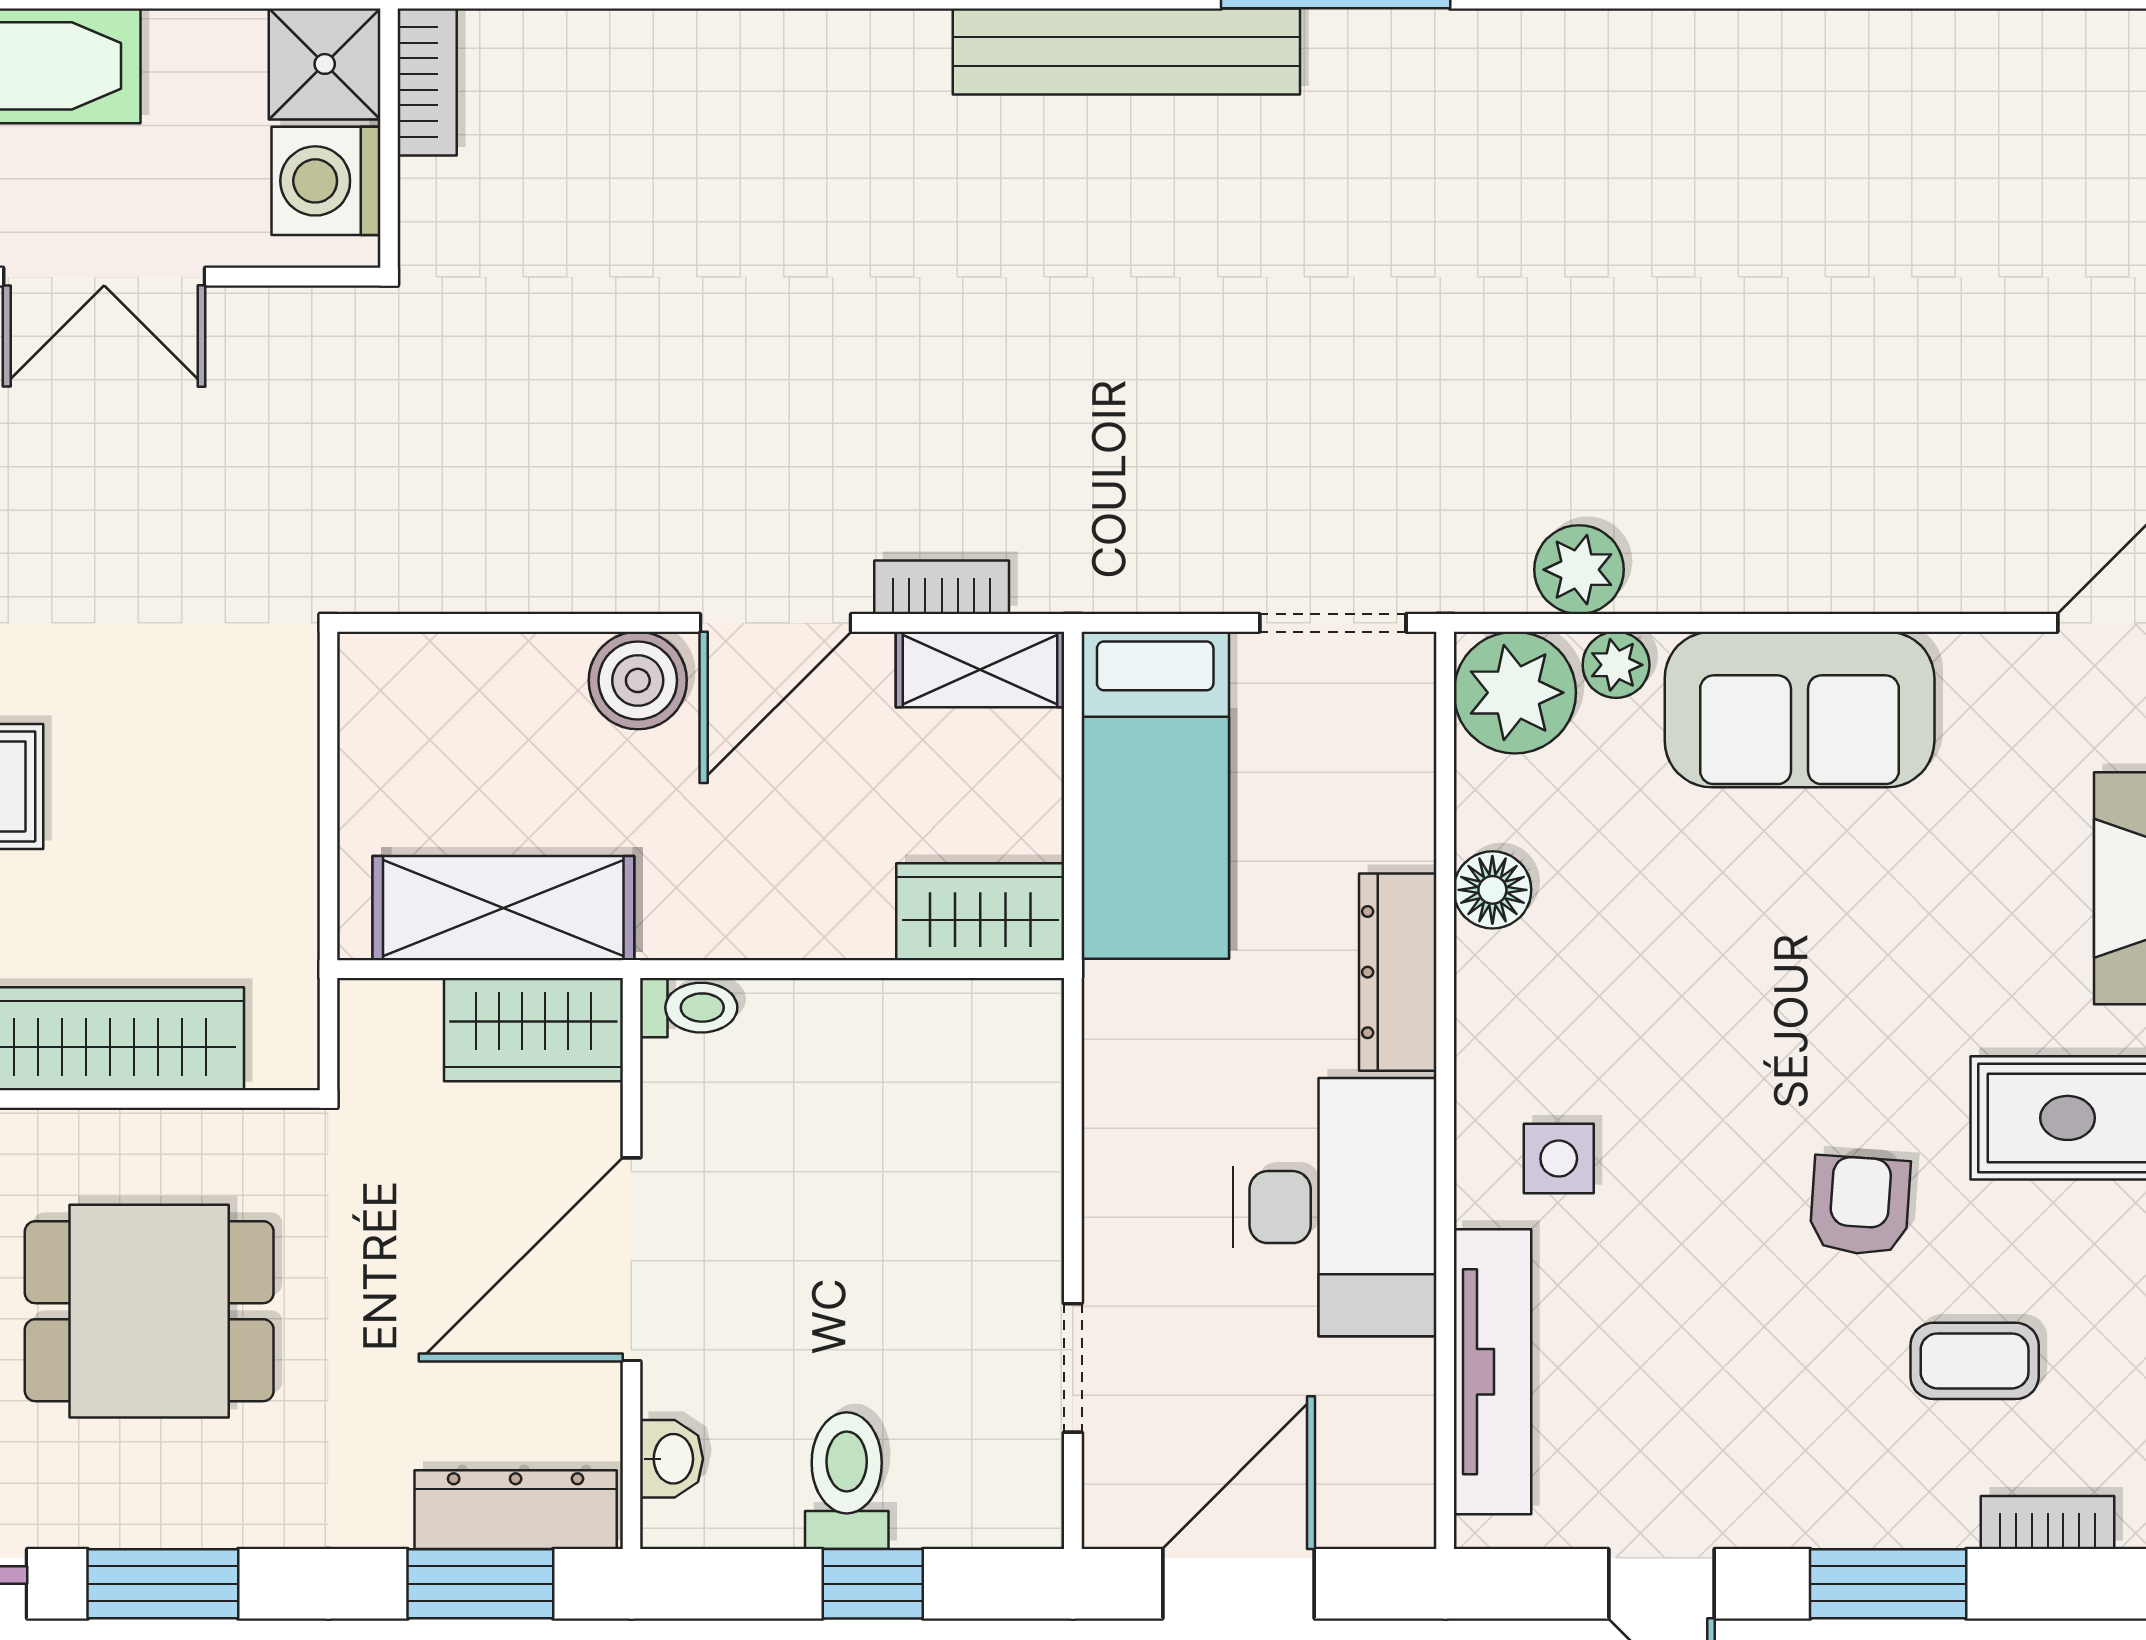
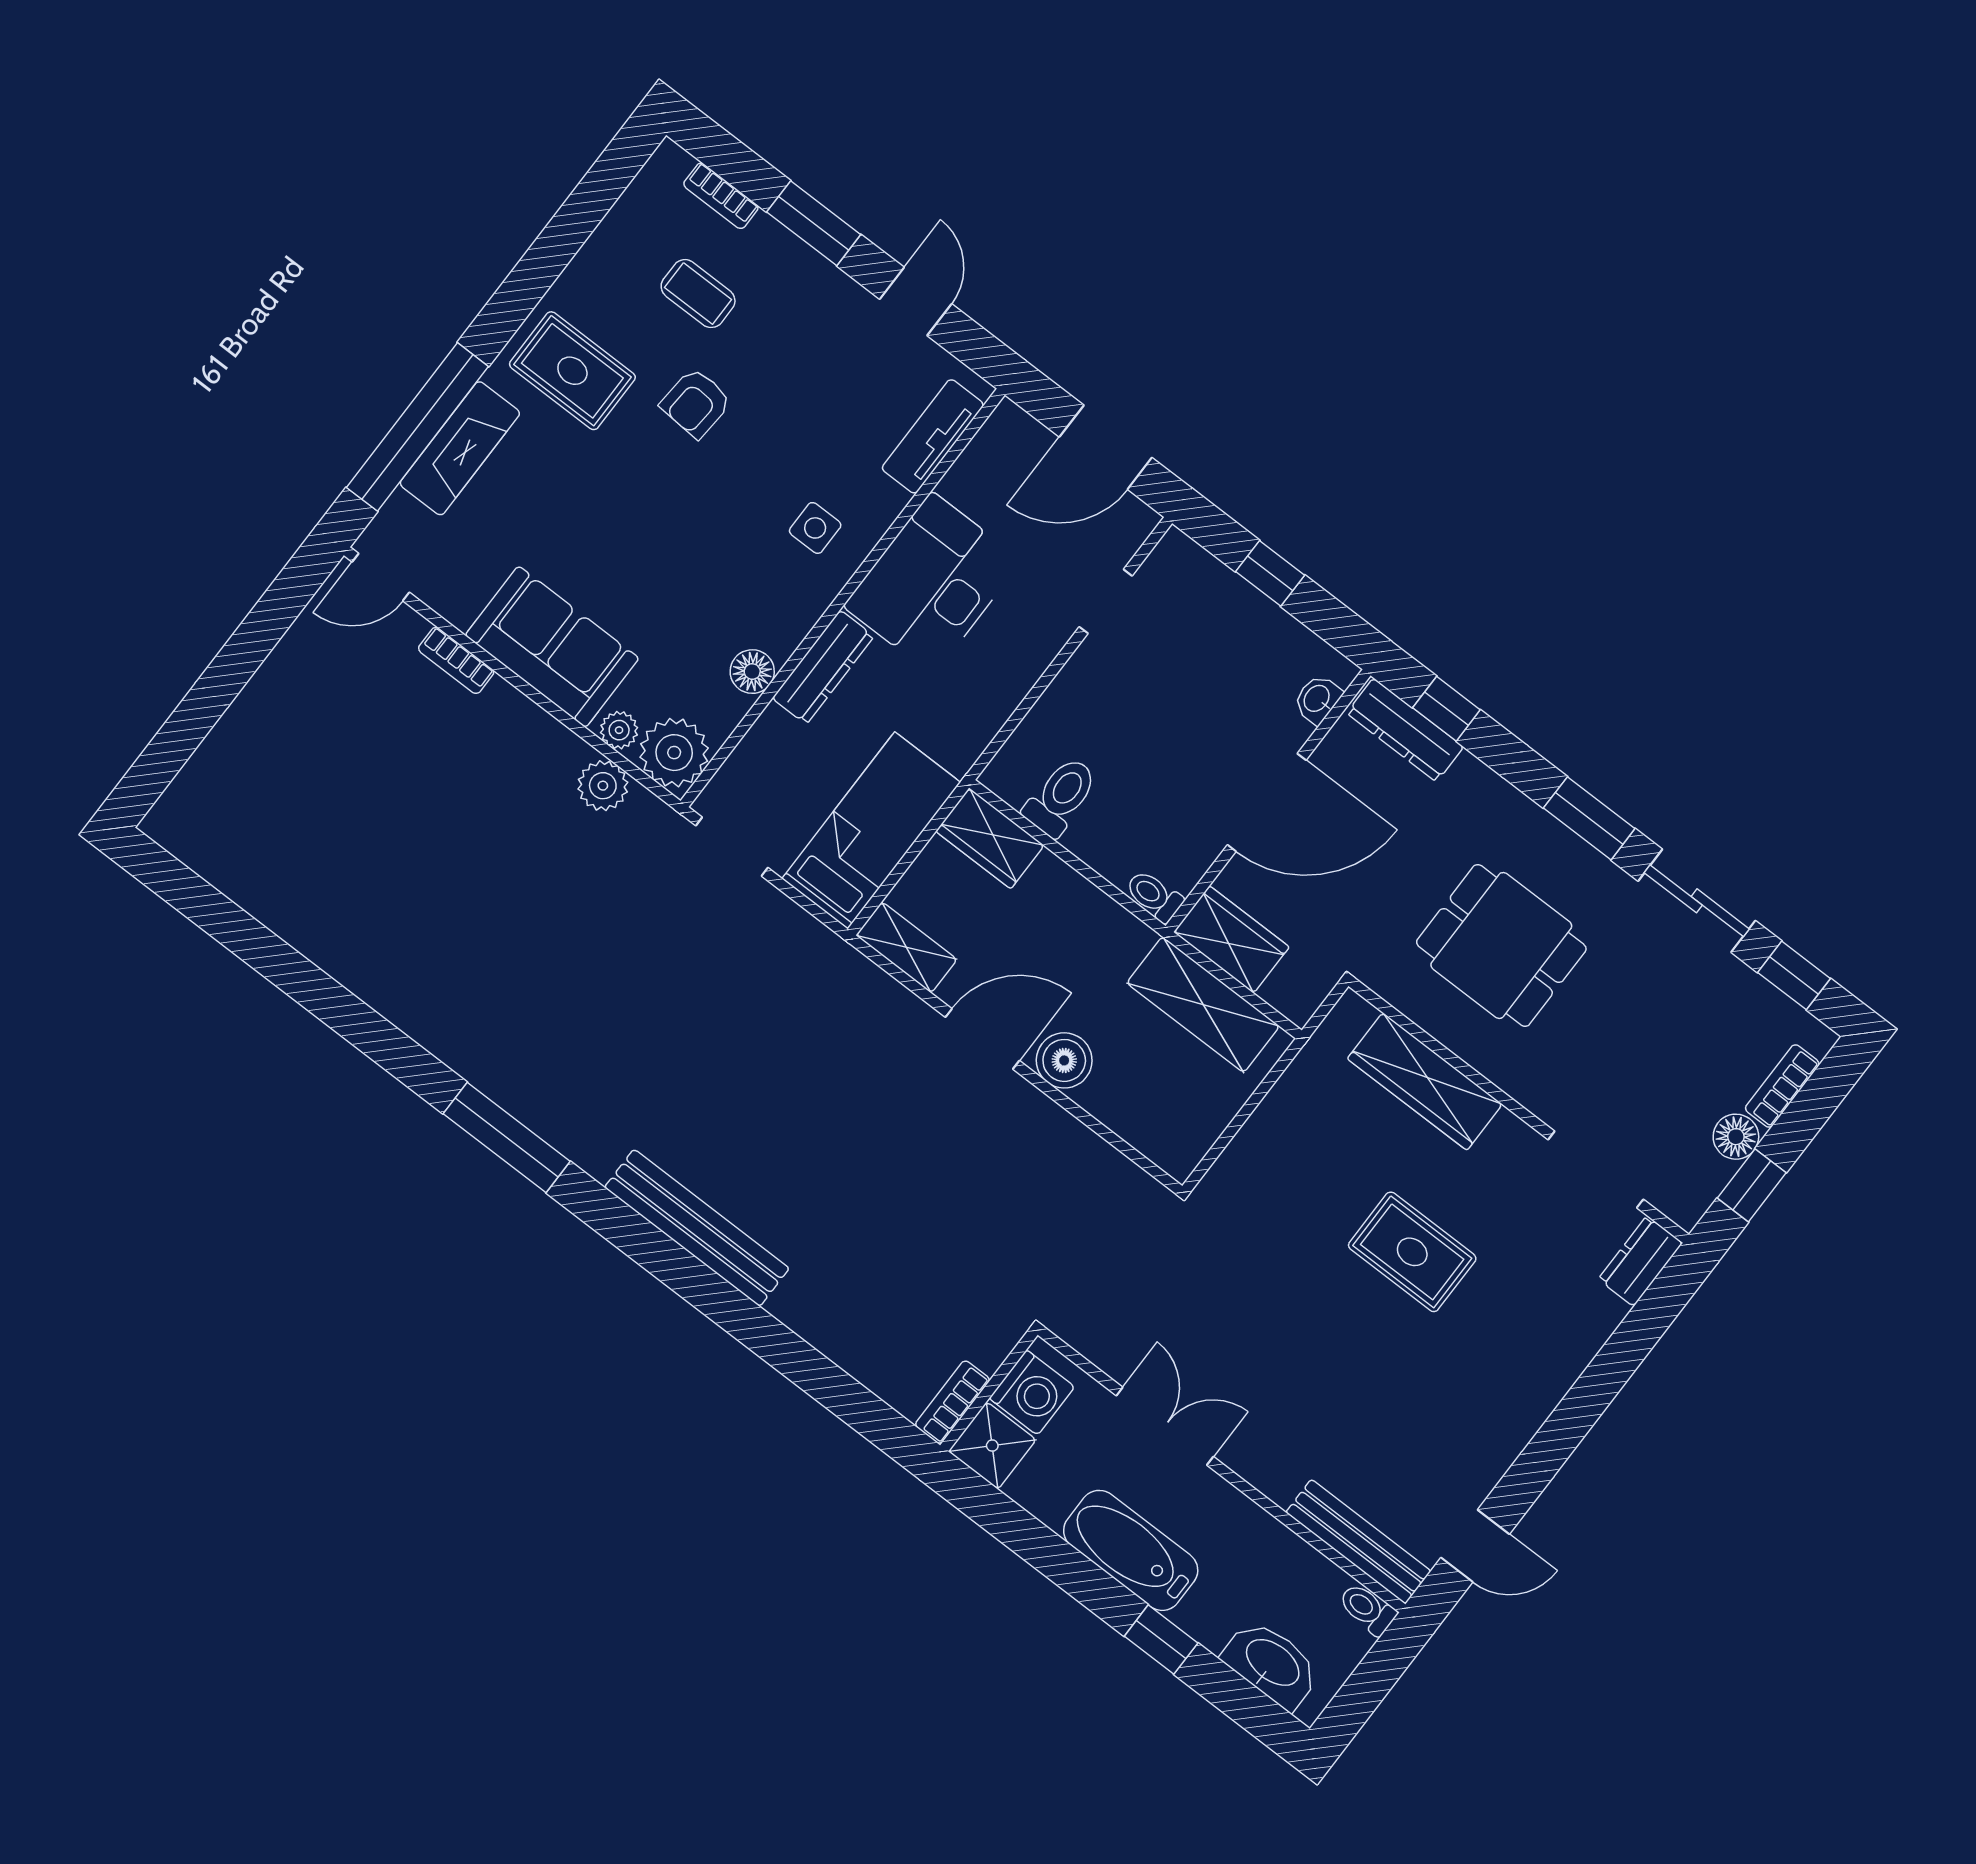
bench: (1126, 51) -> (697, 1228), moved
bookcase: (942, 587) -> (456, 660), moved
tv unit: (1492, 1372) -> (933, 436), width x0.71
toilet: (847, 1481) -> (1061, 797), moved, turned 180
window: (480, 1584) -> (1446, 709), width x0.67

